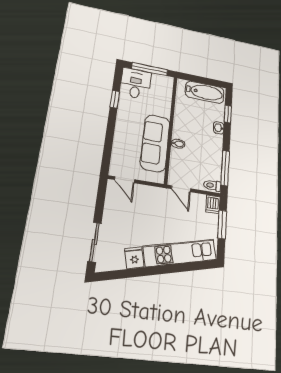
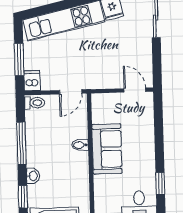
sofa: (155, 143) -> (107, 149), width x0.73
window: (225, 168) -> (21, 143), moved
door: (181, 189) -> (71, 92), swing flipped

